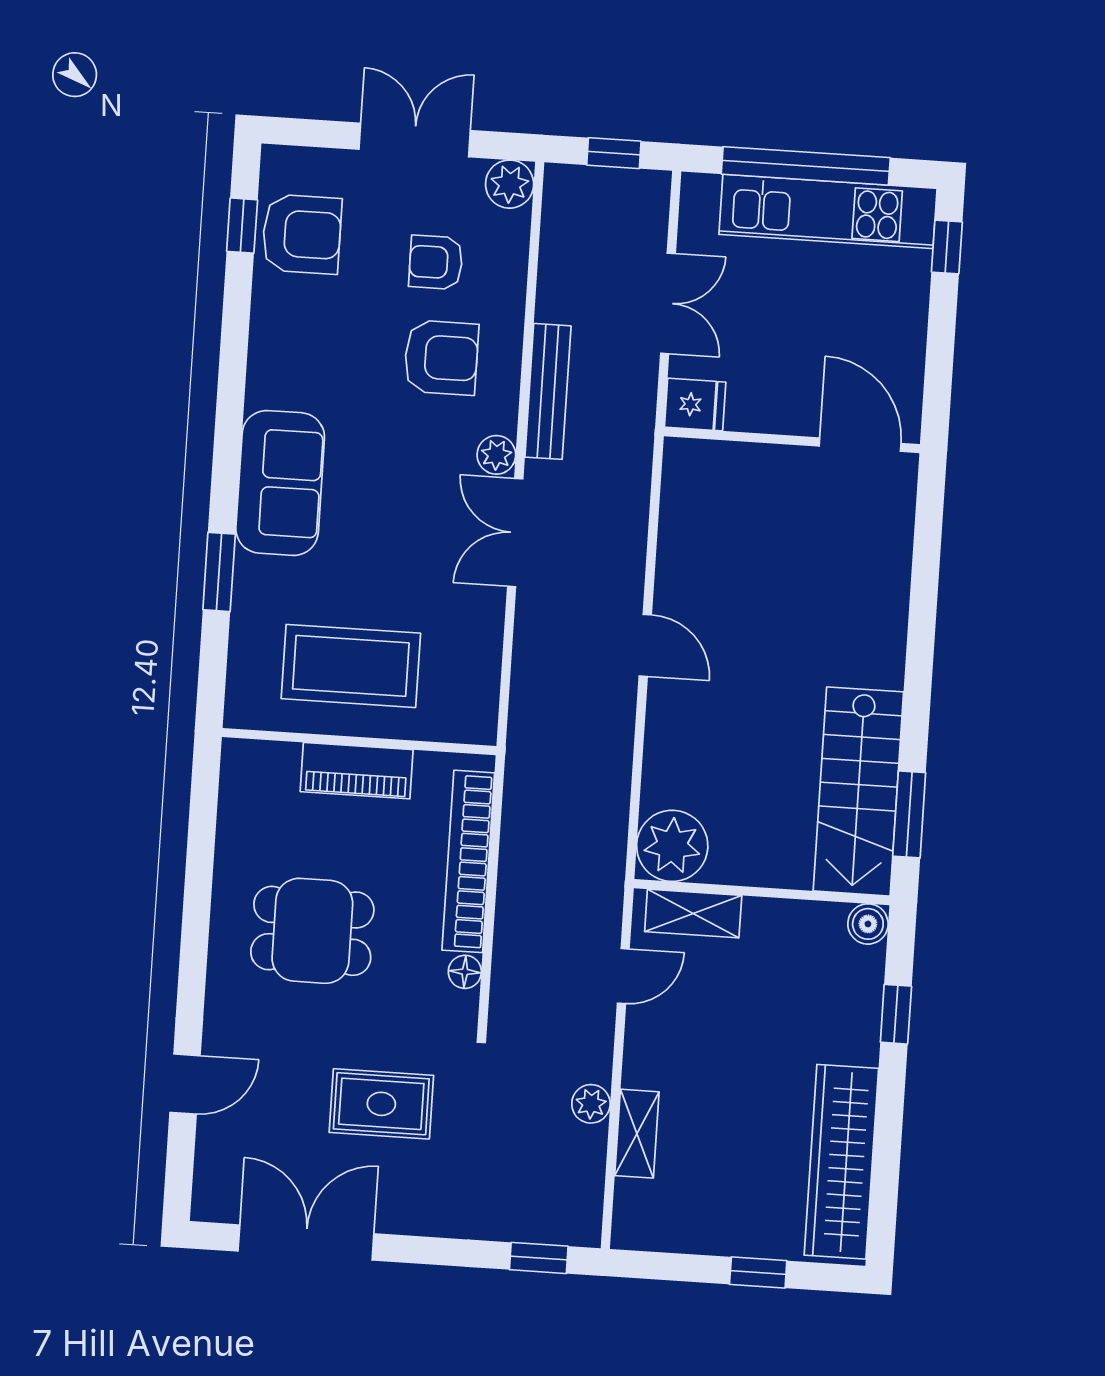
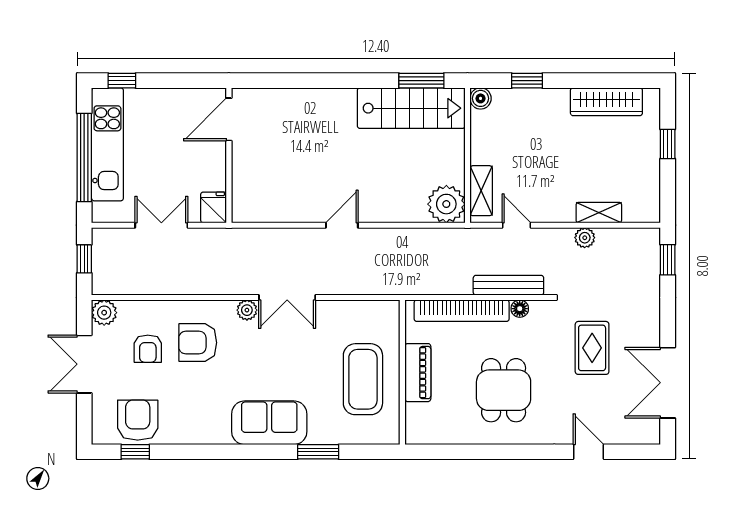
armchair: (441, 358) -> (198, 343), turned -90
bench: (548, 391) -> (508, 285), moved
wardrobe: (841, 1162) -> (606, 102), width x0.71, depth x0.85

